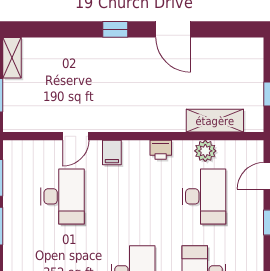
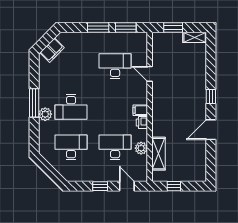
filing cabinet: (112, 152) -> (140, 110), moved
desk: (62, 196) -> (115, 66), turned 180
desk: (204, 196) -> (115, 147), turned 180

